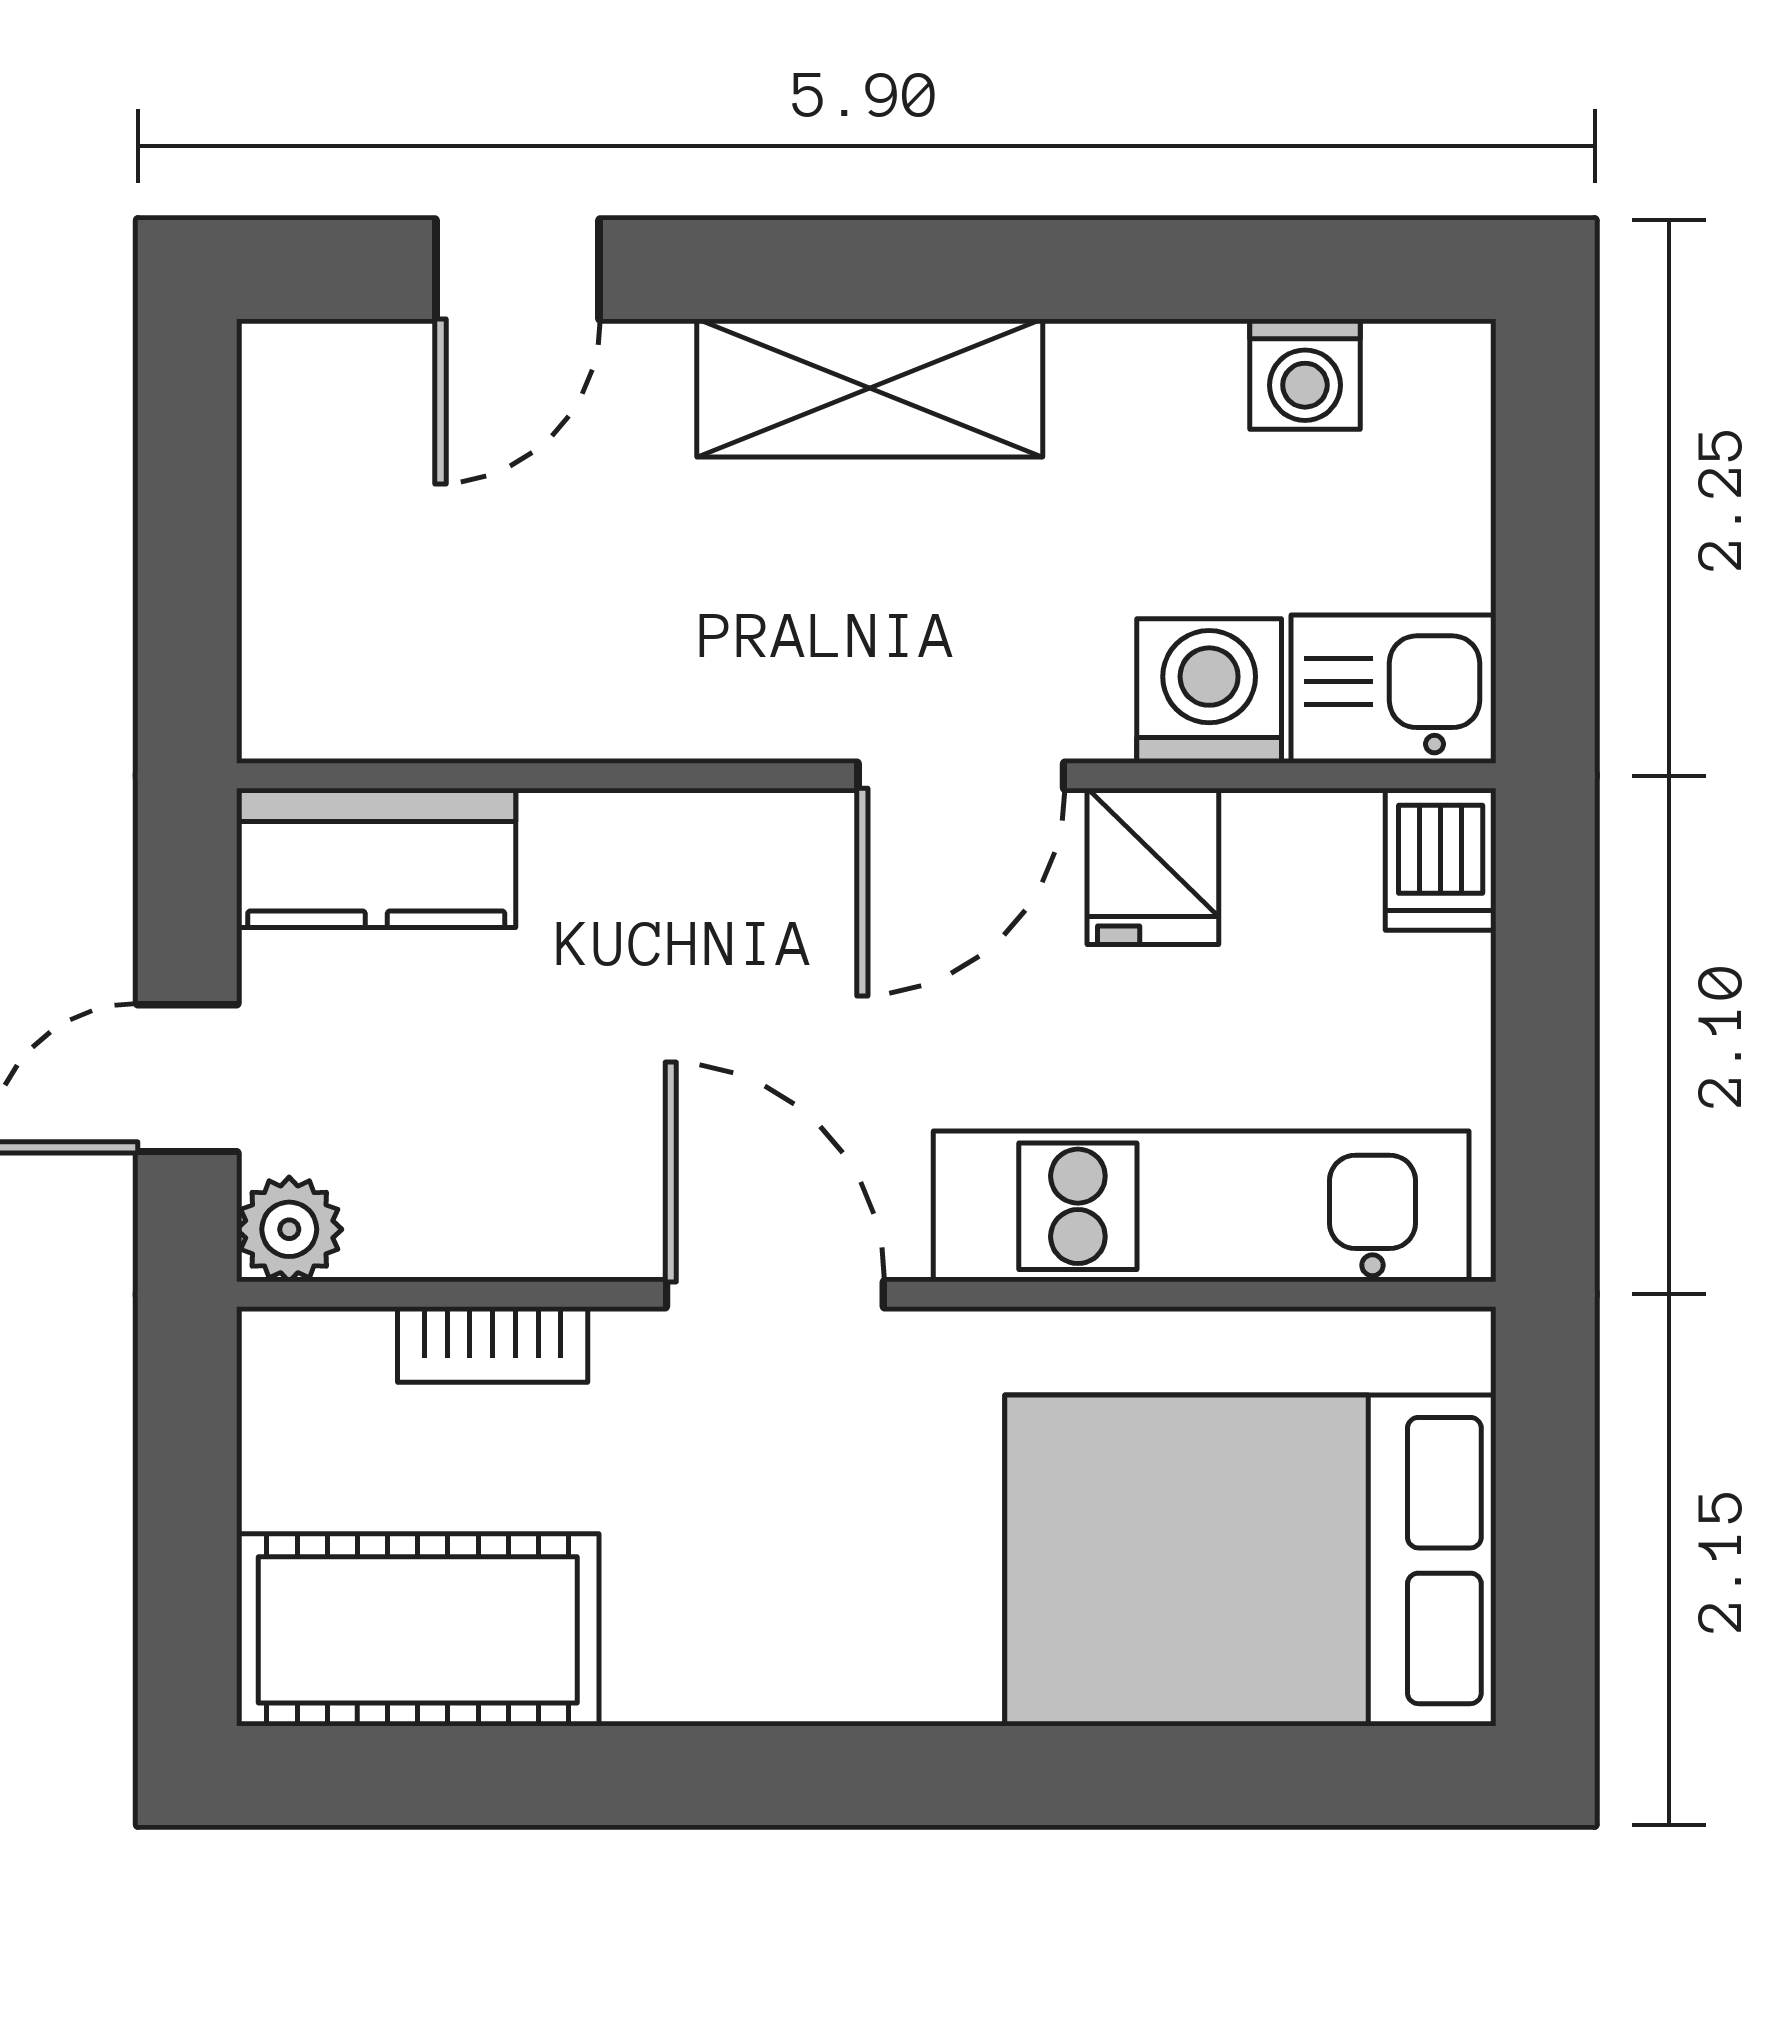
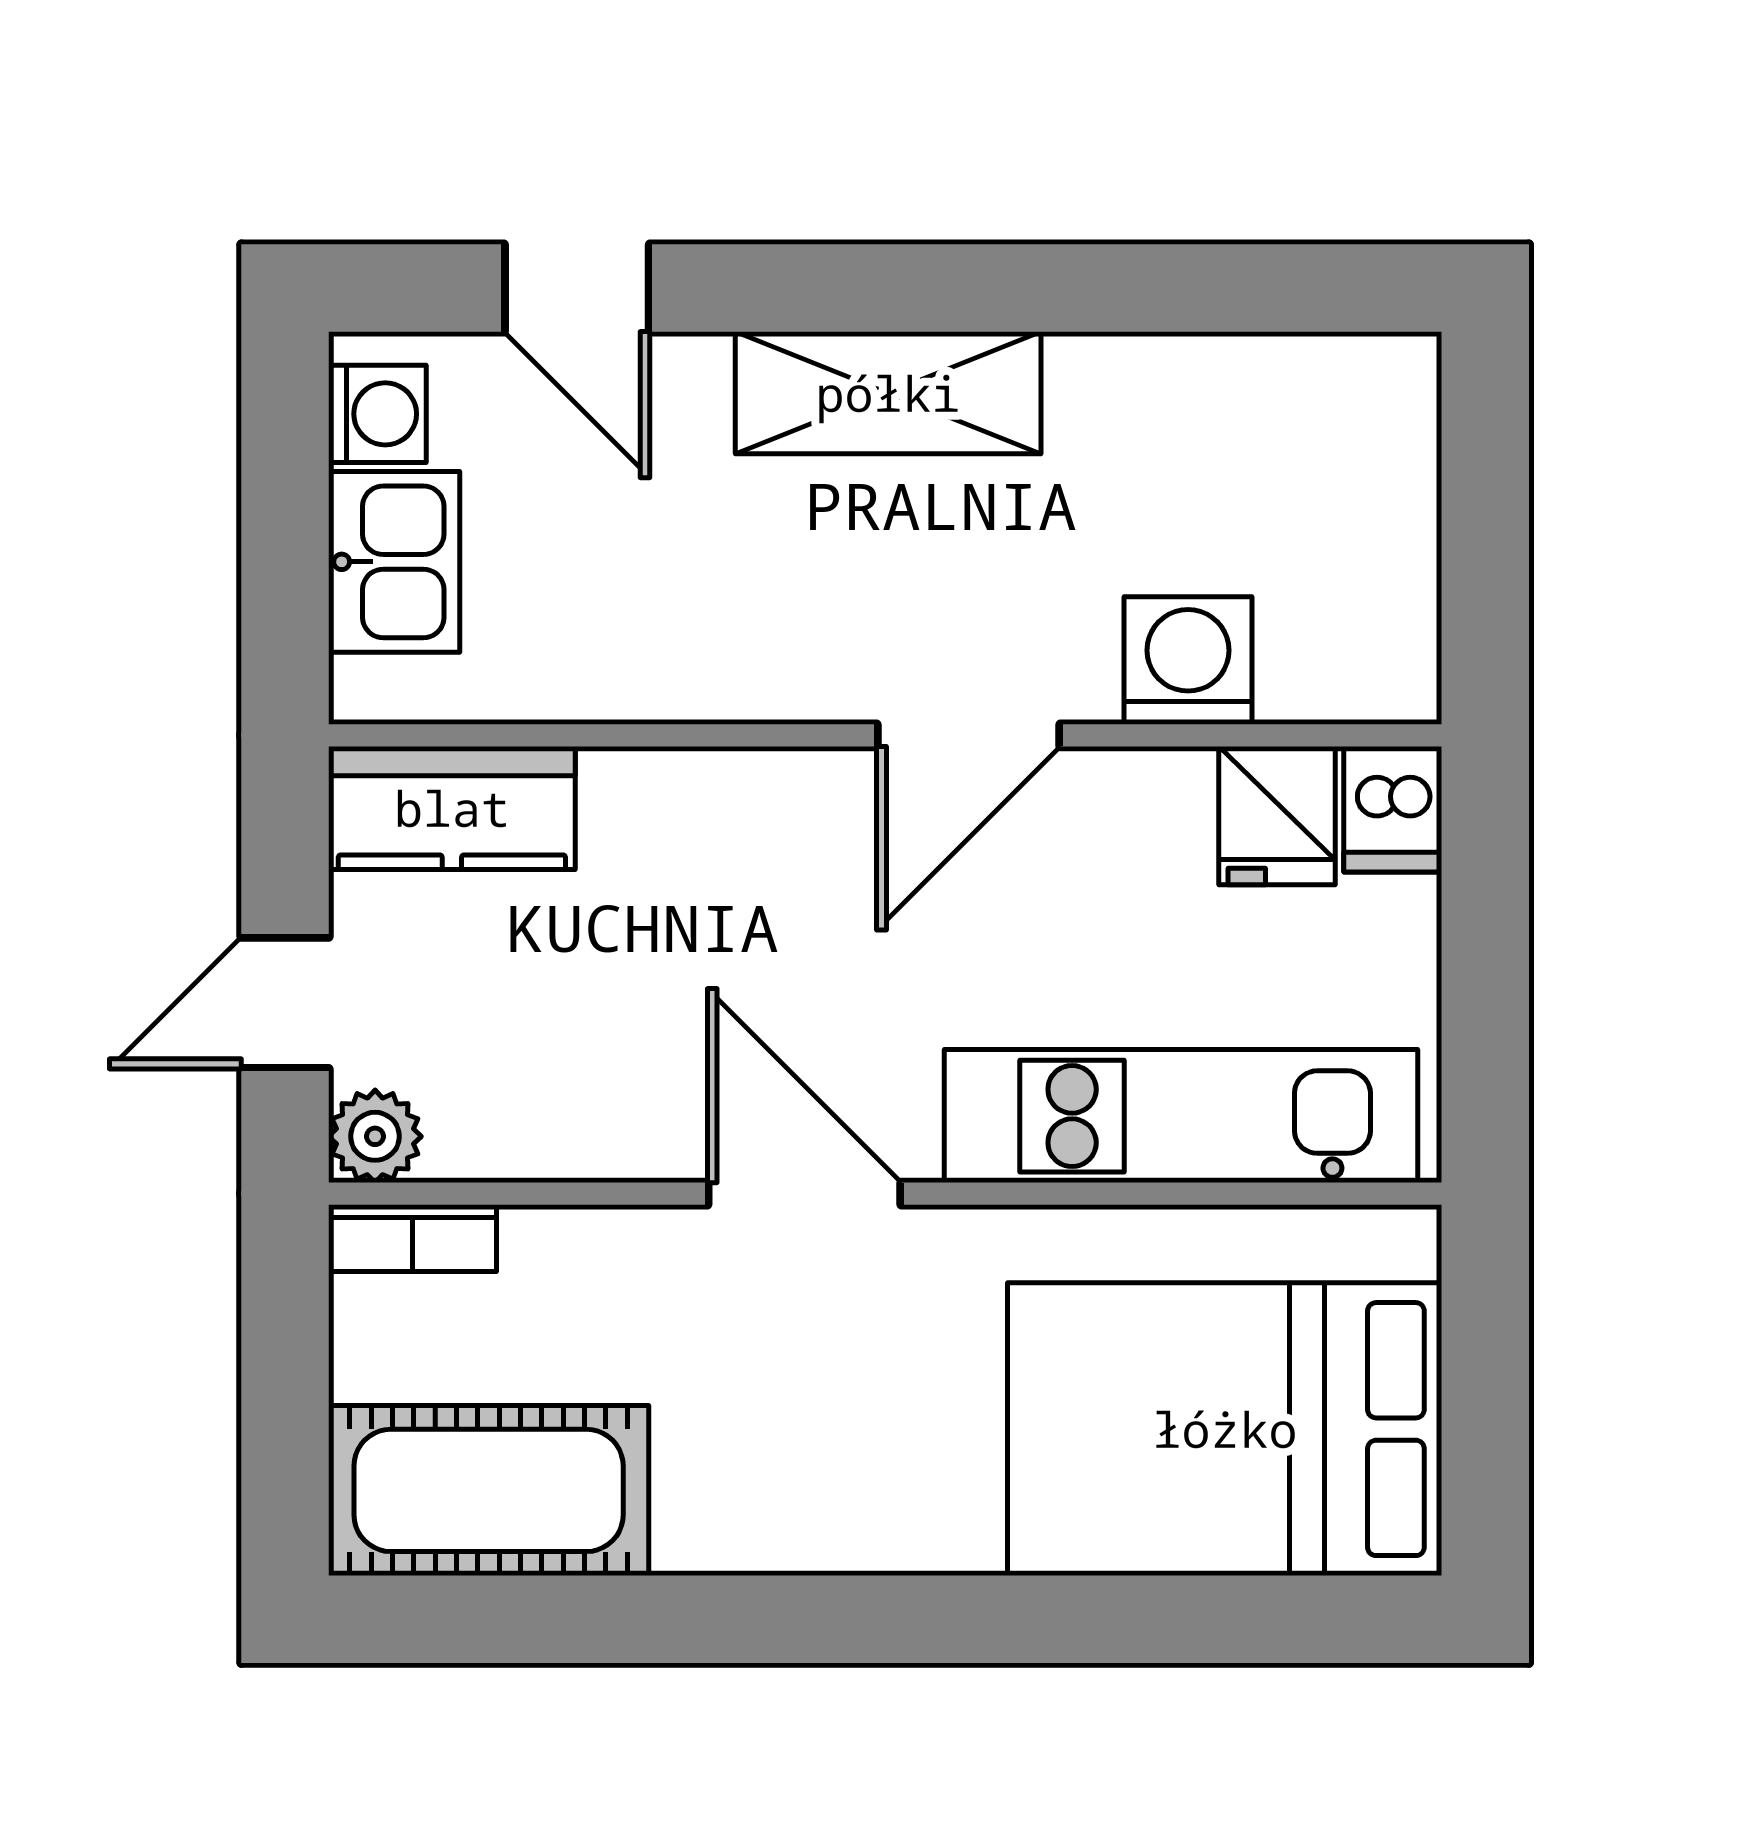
door: (518, 270) -> (577, 288), hinge flipped
washing machine: (1305, 374) -> (377, 414), moved, turned -90
kitchen sink: (1394, 689) -> (394, 562), moved, turned 90
fridge: (1153, 866) -> (1277, 816), moved
bookcase: (493, 1344) -> (412, 1238), moved

